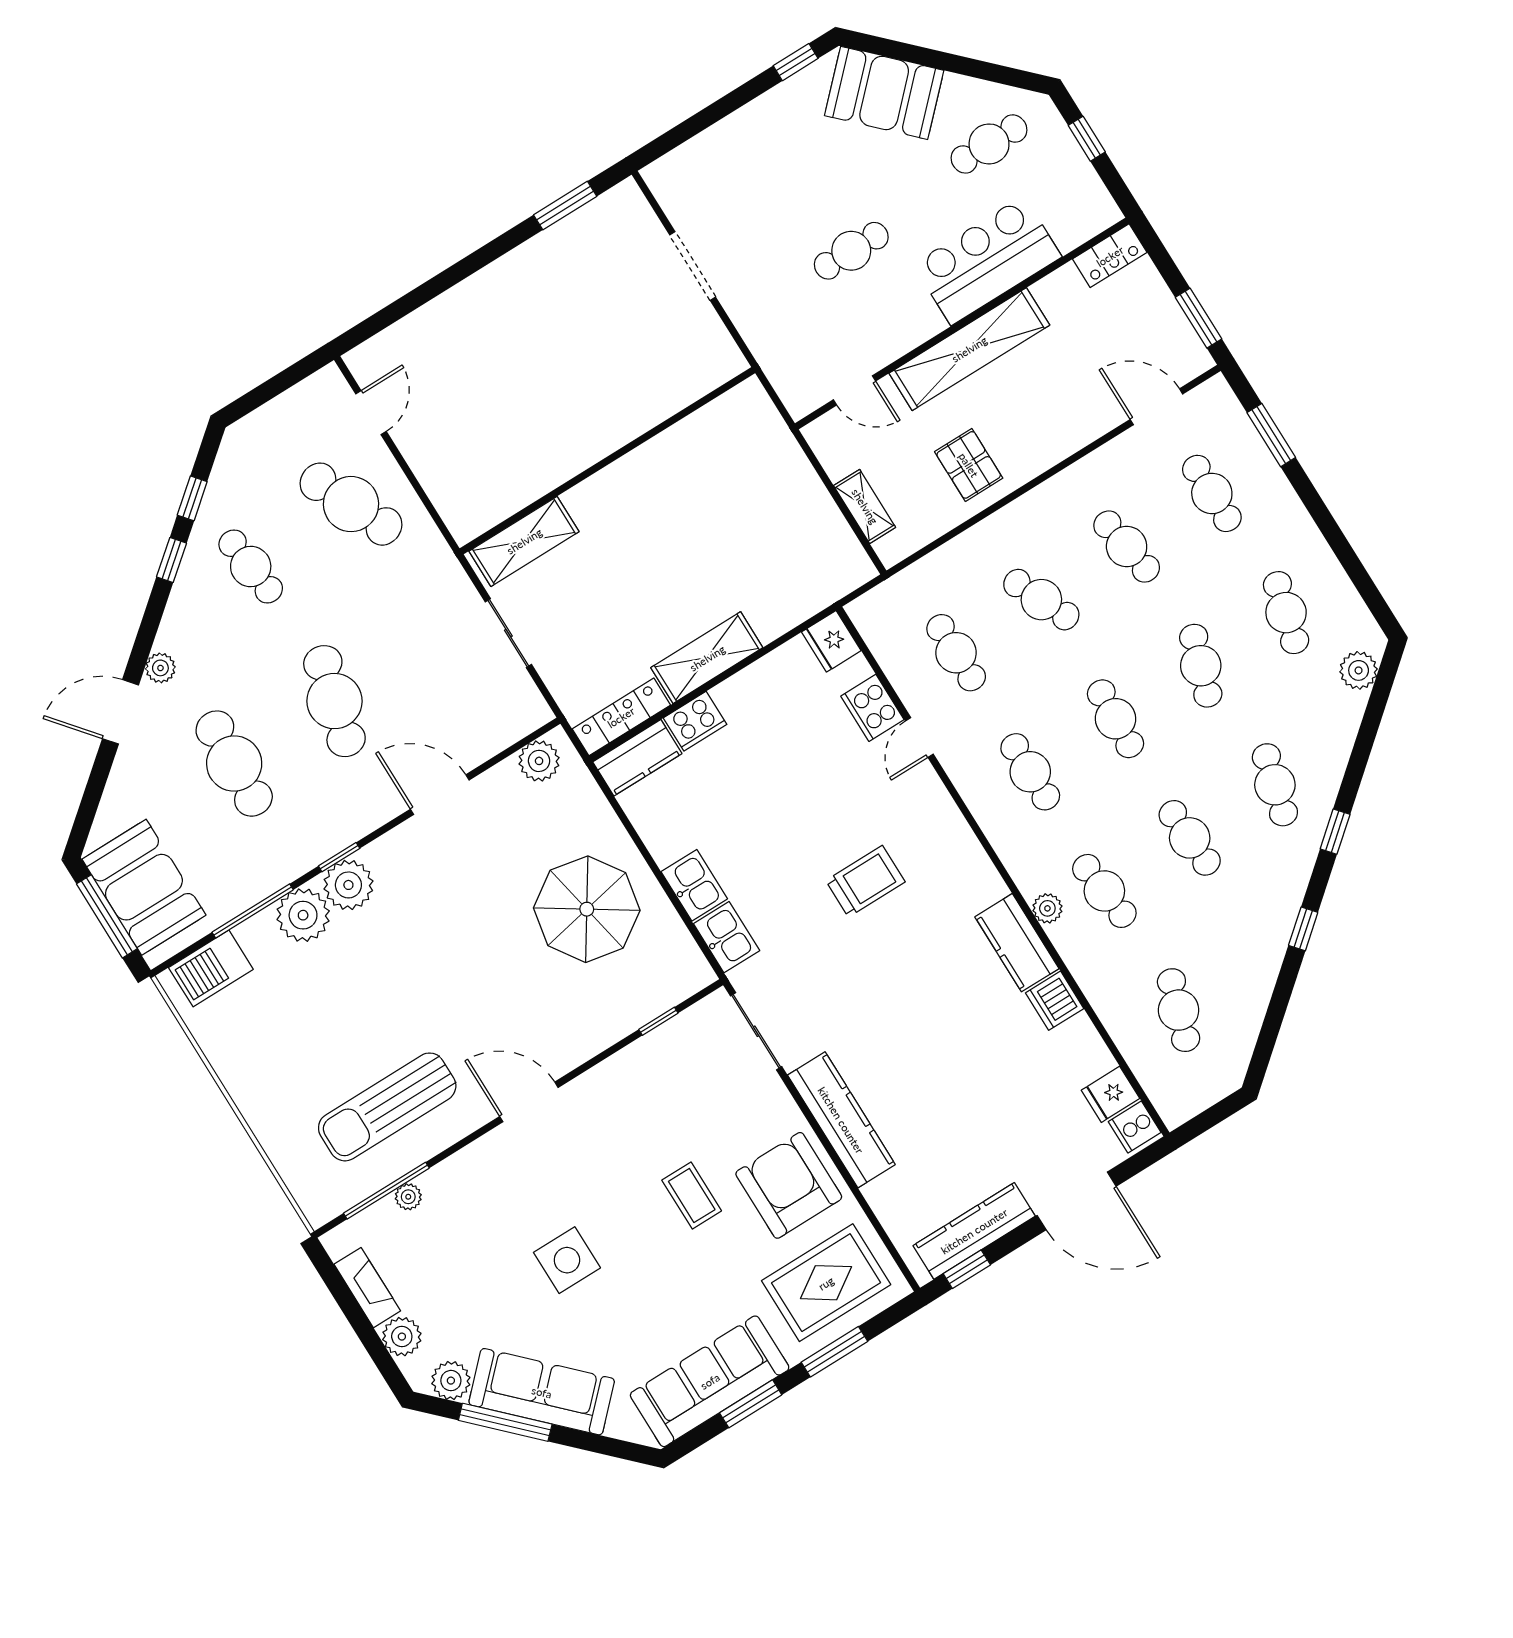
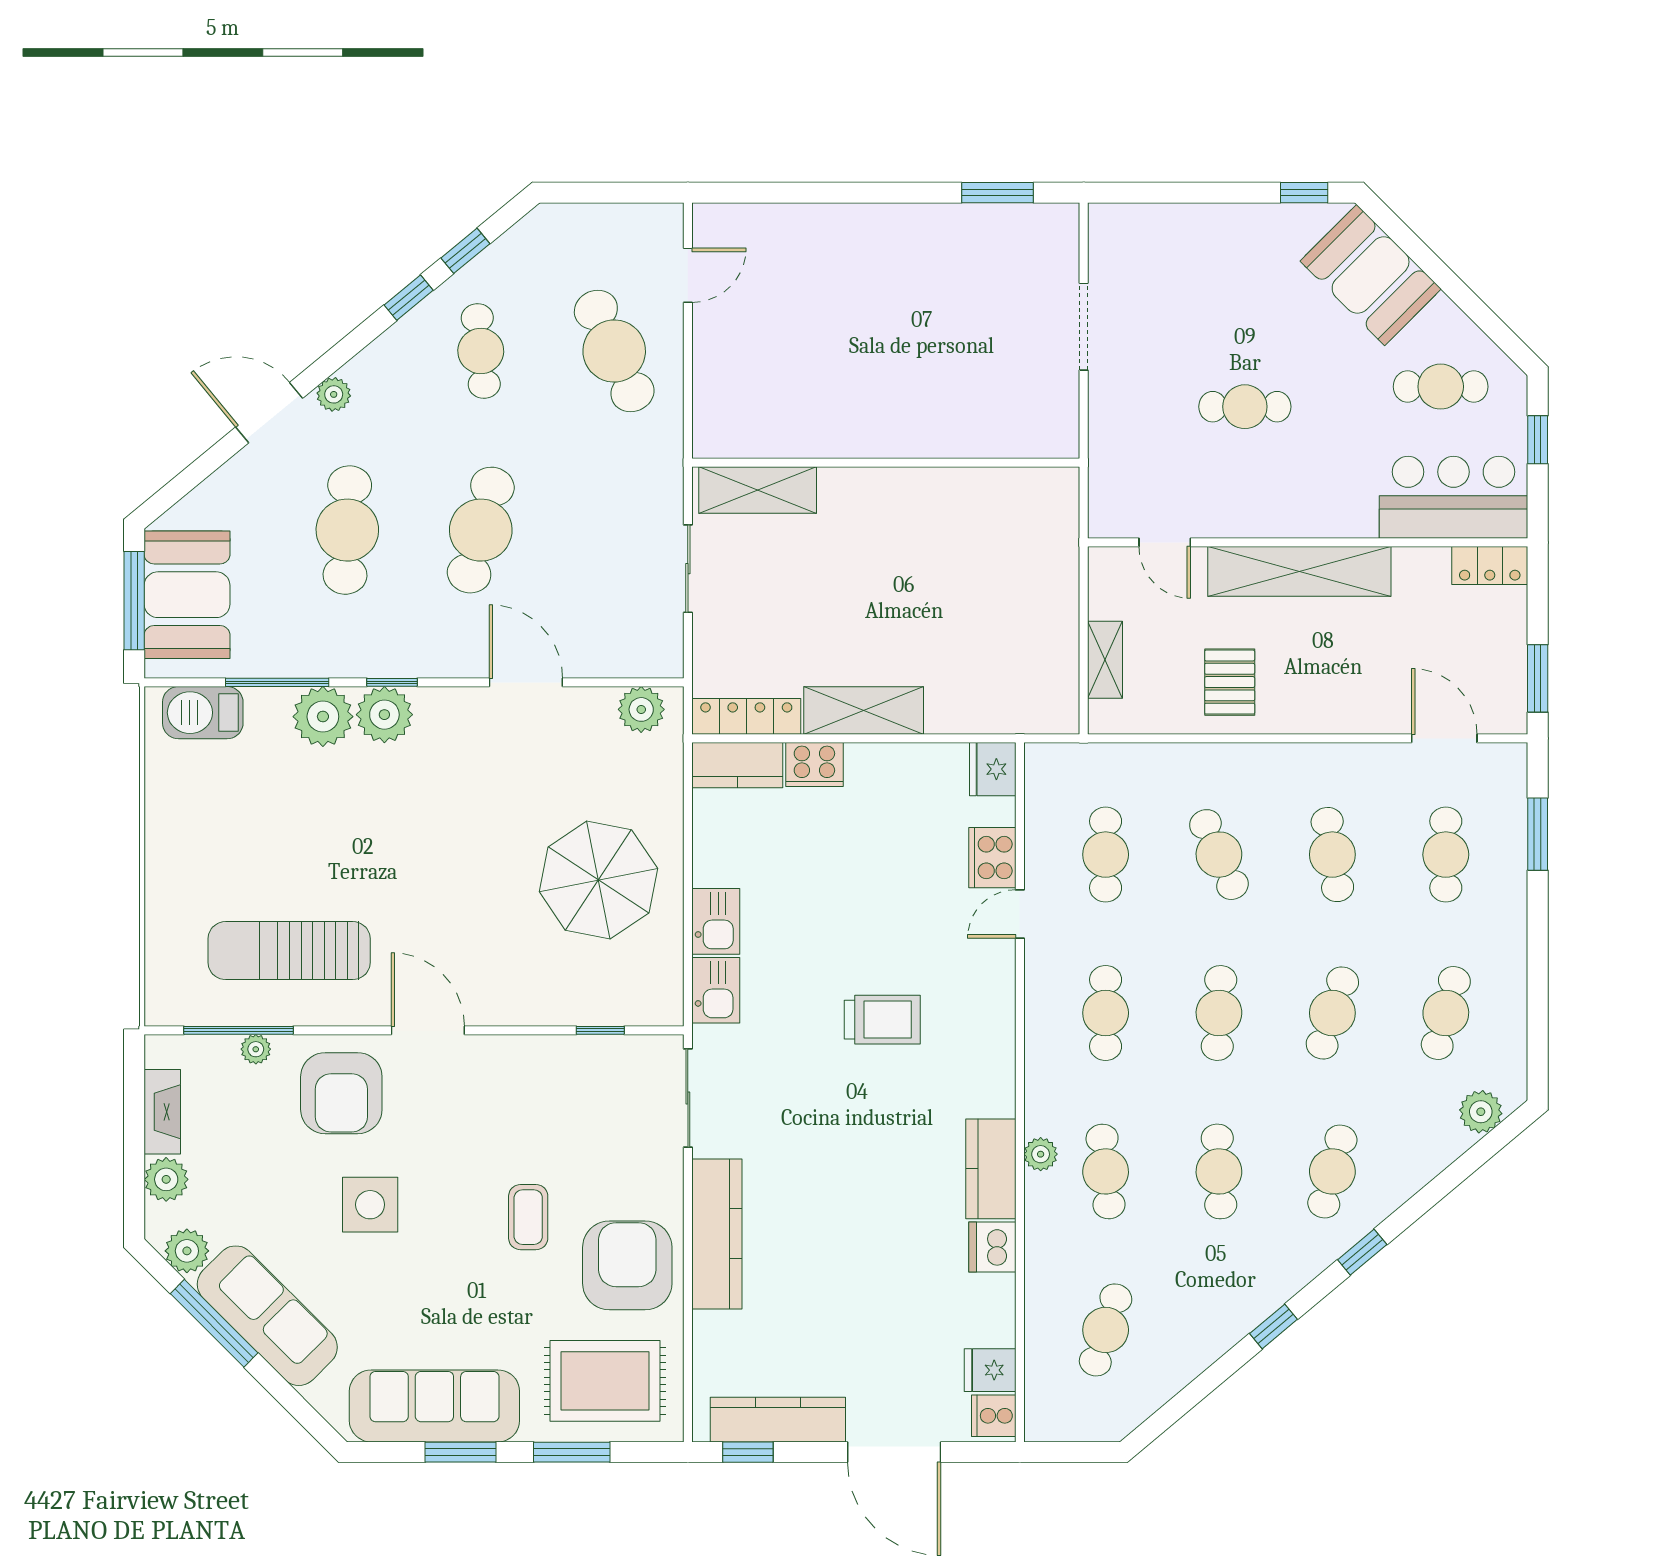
bar counter: (987, 261) -> (1453, 497), moved
armchair: (493, 1190) -> (341, 1093), added

